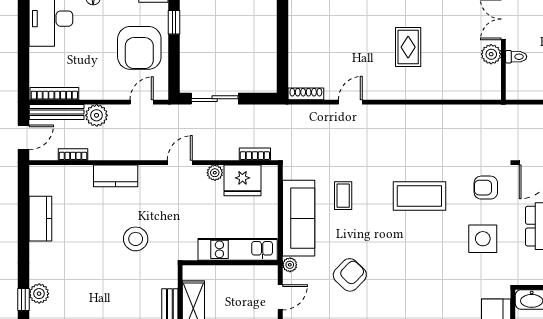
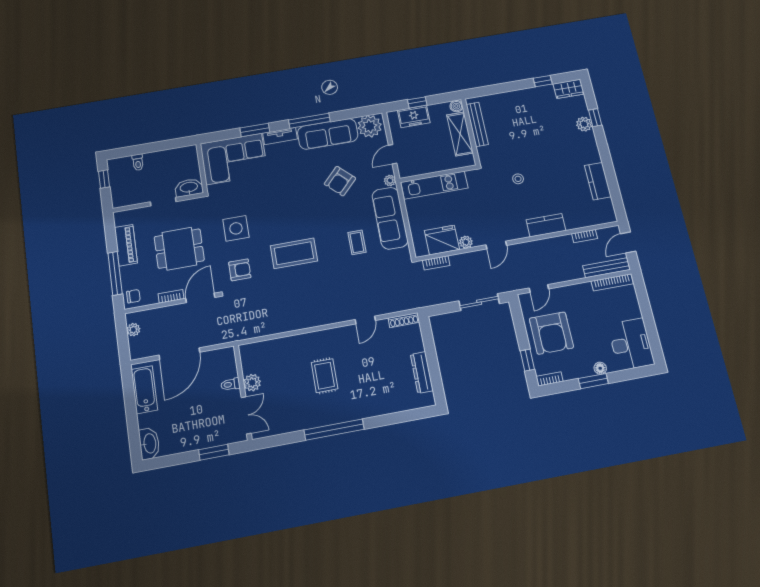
dresser: (297, 30) -> (422, 372), added
armchair: (139, 48) -> (551, 333), turned 180
plant: (97, 115) -> (573, 271), removed
stool: (136, 239) -> (518, 179), width x0.53, depth x0.53

